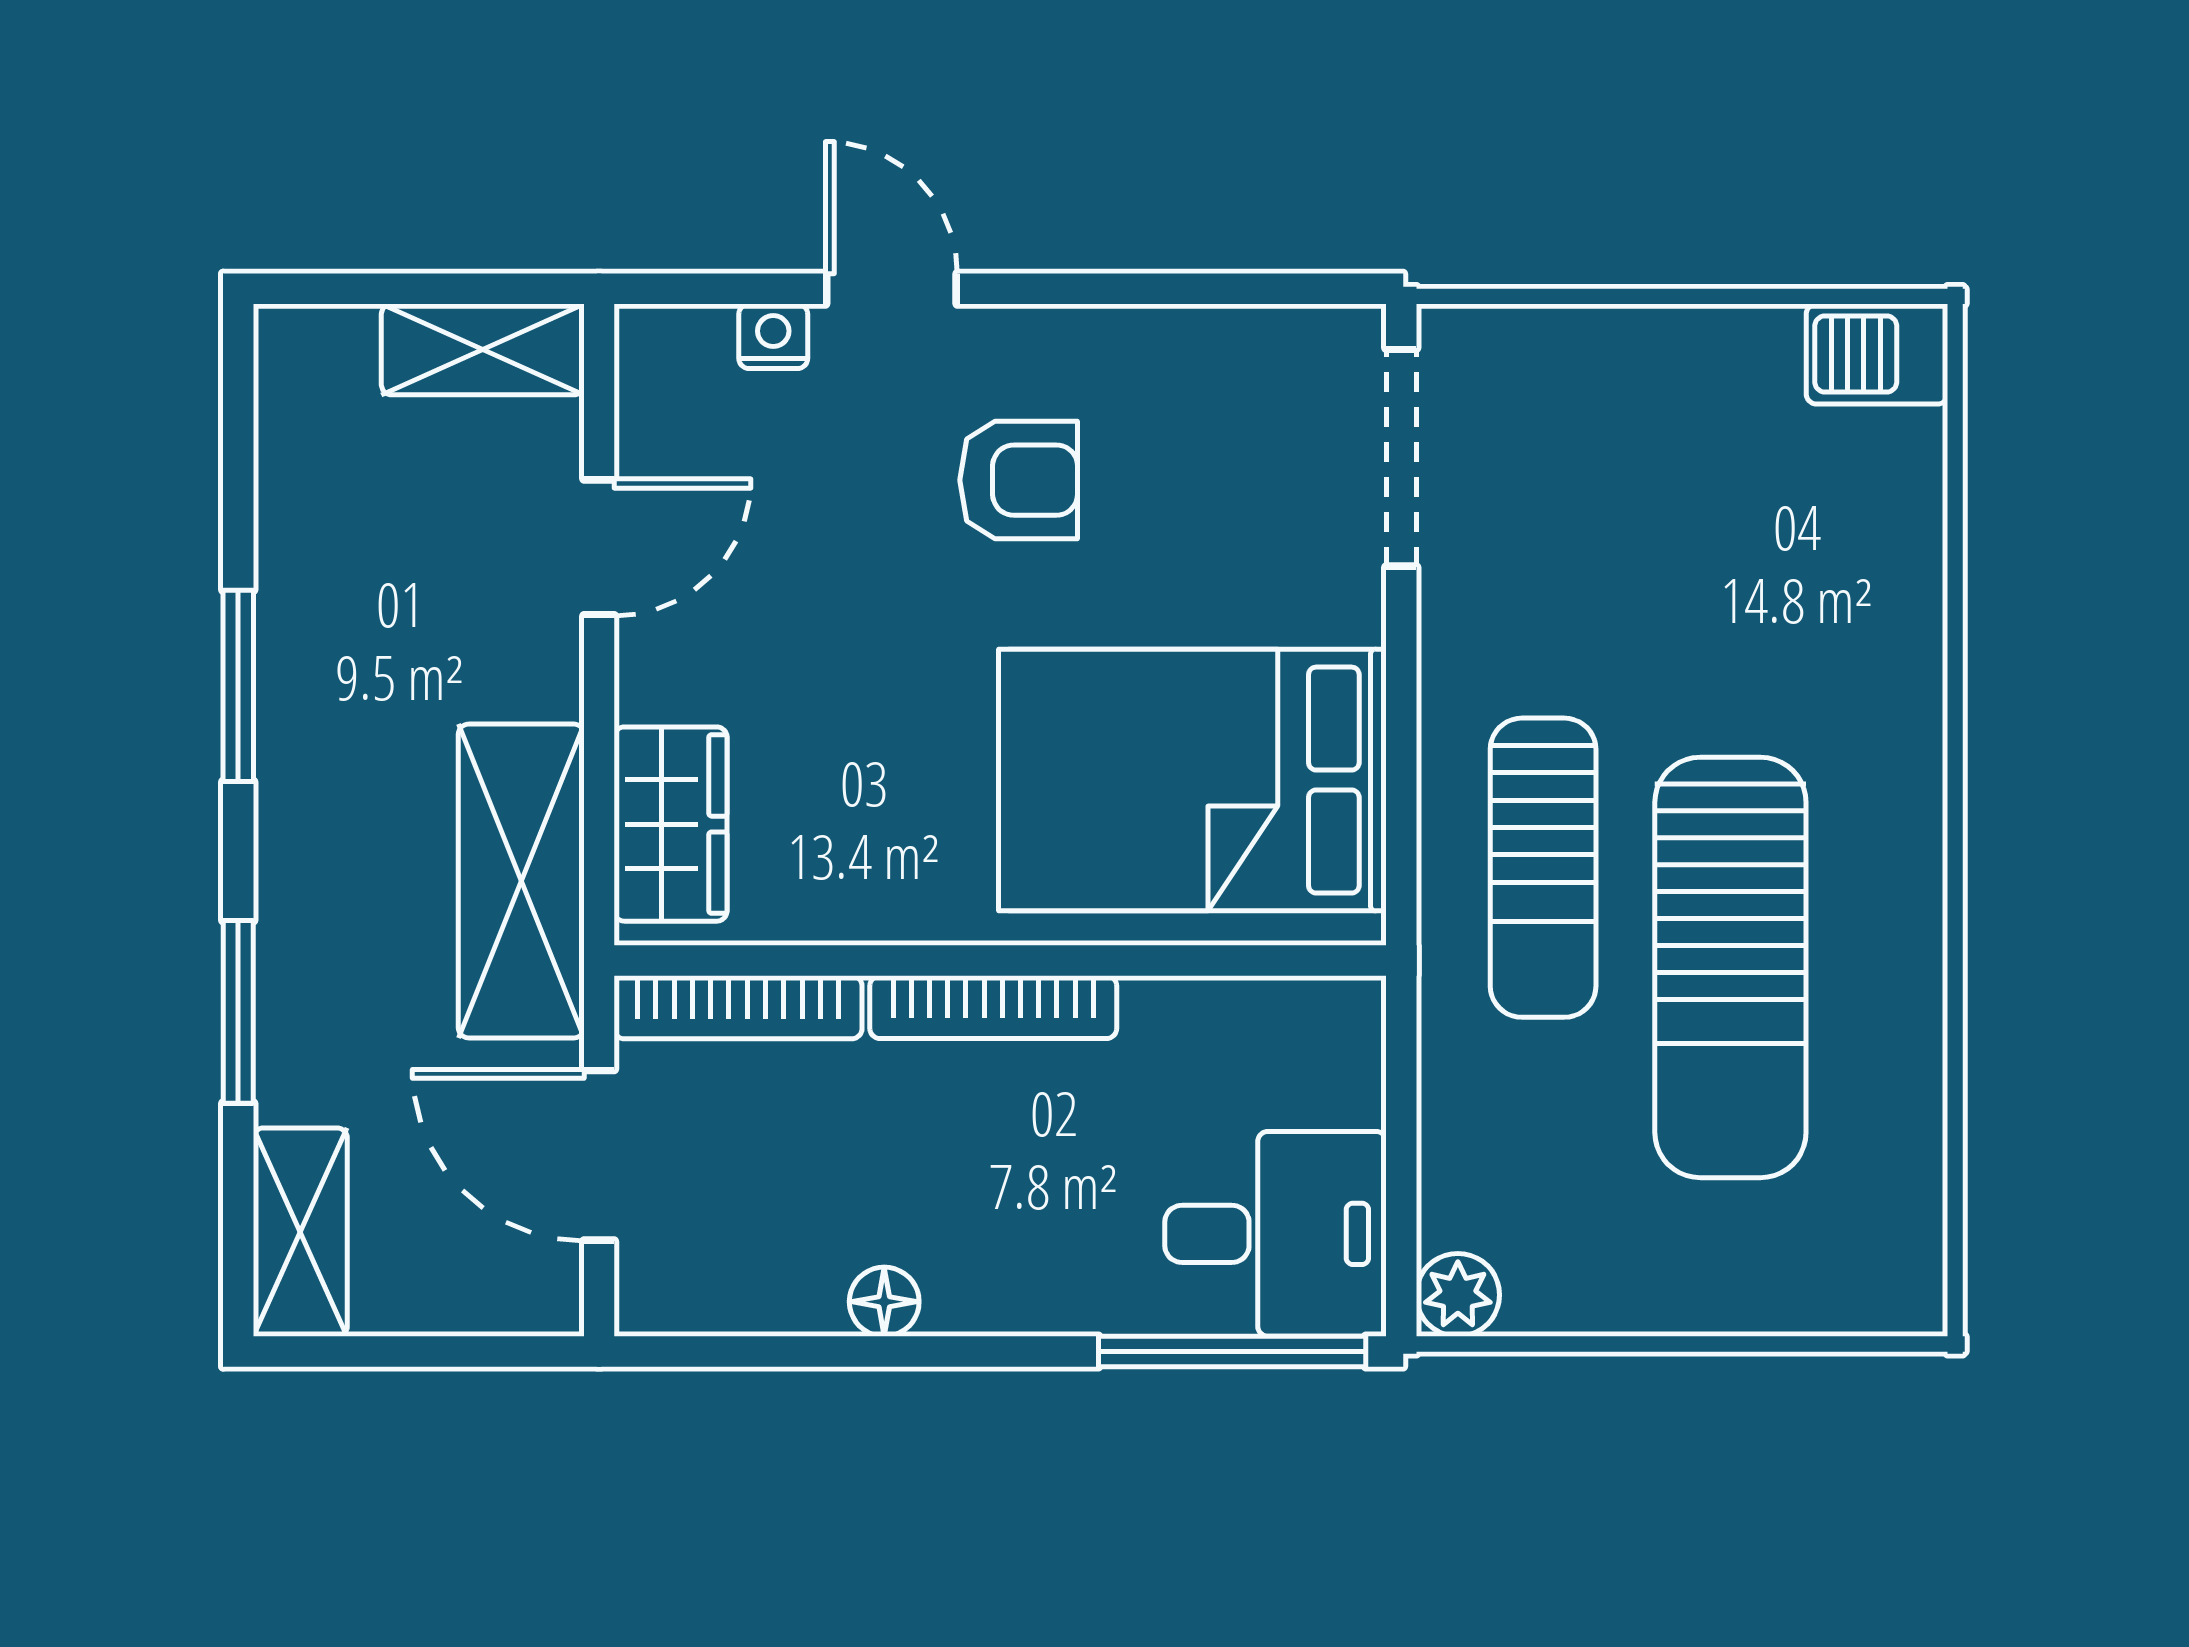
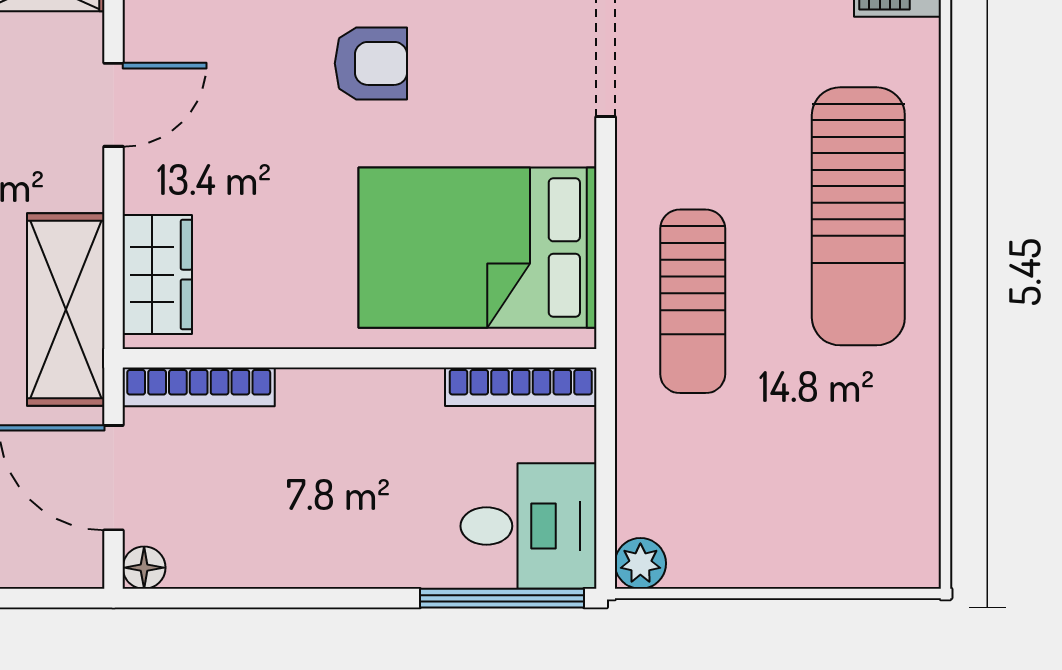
sun lounger: (1730, 967) -> (858, 216), moved
bookcase: (993, 1007) -> (521, 387), moved
floor lamp: (884, 1302) -> (144, 568), moved

